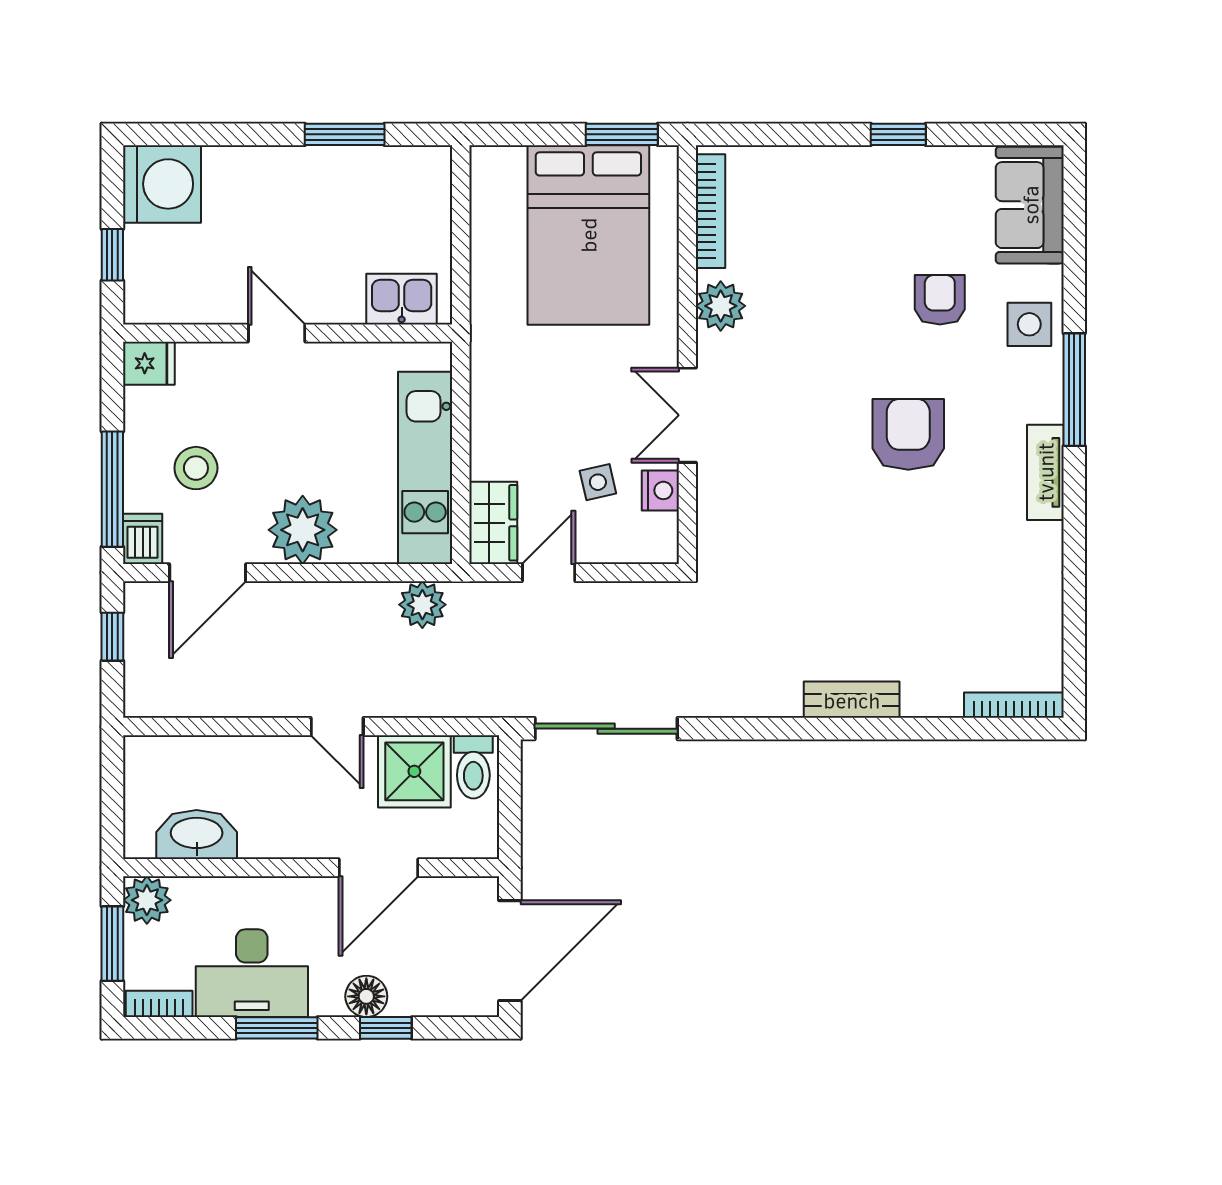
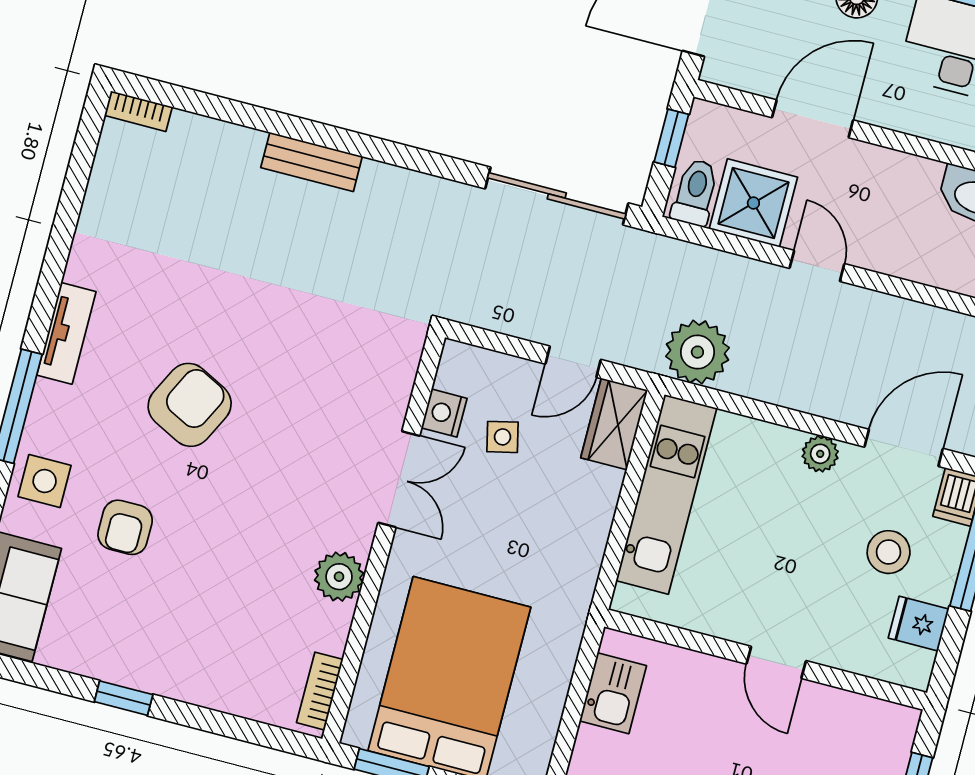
bookcase: (711, 211) -> (320, 691), width x0.64
kitchen sink: (402, 299) -> (613, 693), moved, turned -90
fridge: (149, 363) -> (919, 624), moved
armchair: (908, 434) -> (190, 405), turned -153
plant: (303, 530) -> (820, 454), width x0.53, depth x0.53
plant: (422, 605) -> (697, 352), width x1.36, depth x1.36
bookcase: (1014, 705) -> (138, 111), width x0.64
window: (510, 813) -> (671, 138), added

